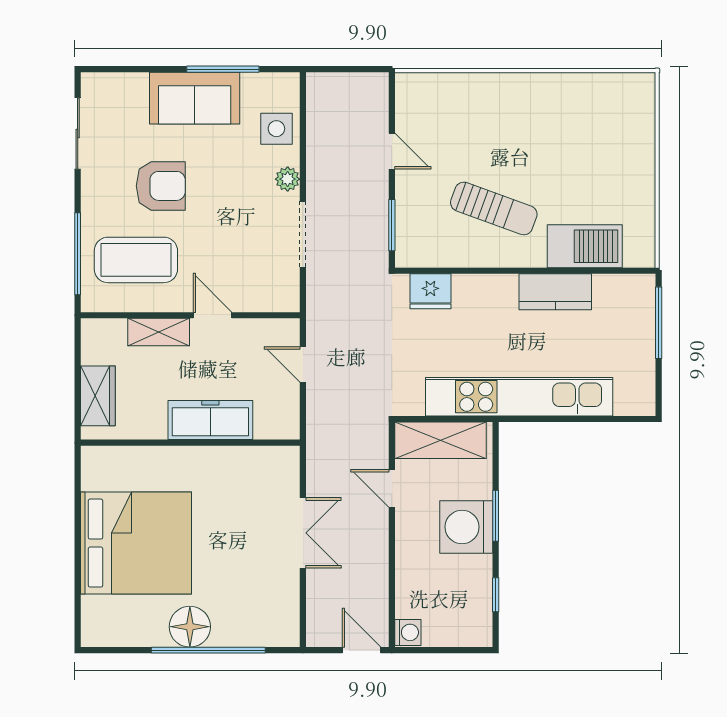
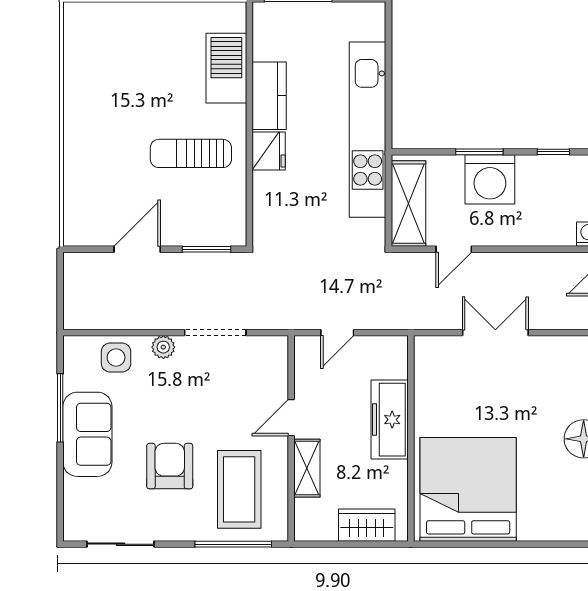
door: (392, 151) -> (137, 249), width x1.38
sun lounger: (494, 208) -> (191, 153), turned -110
fridge: (430, 291) -> (269, 151), moved
bed: (136, 543) -> (468, 489), moved

